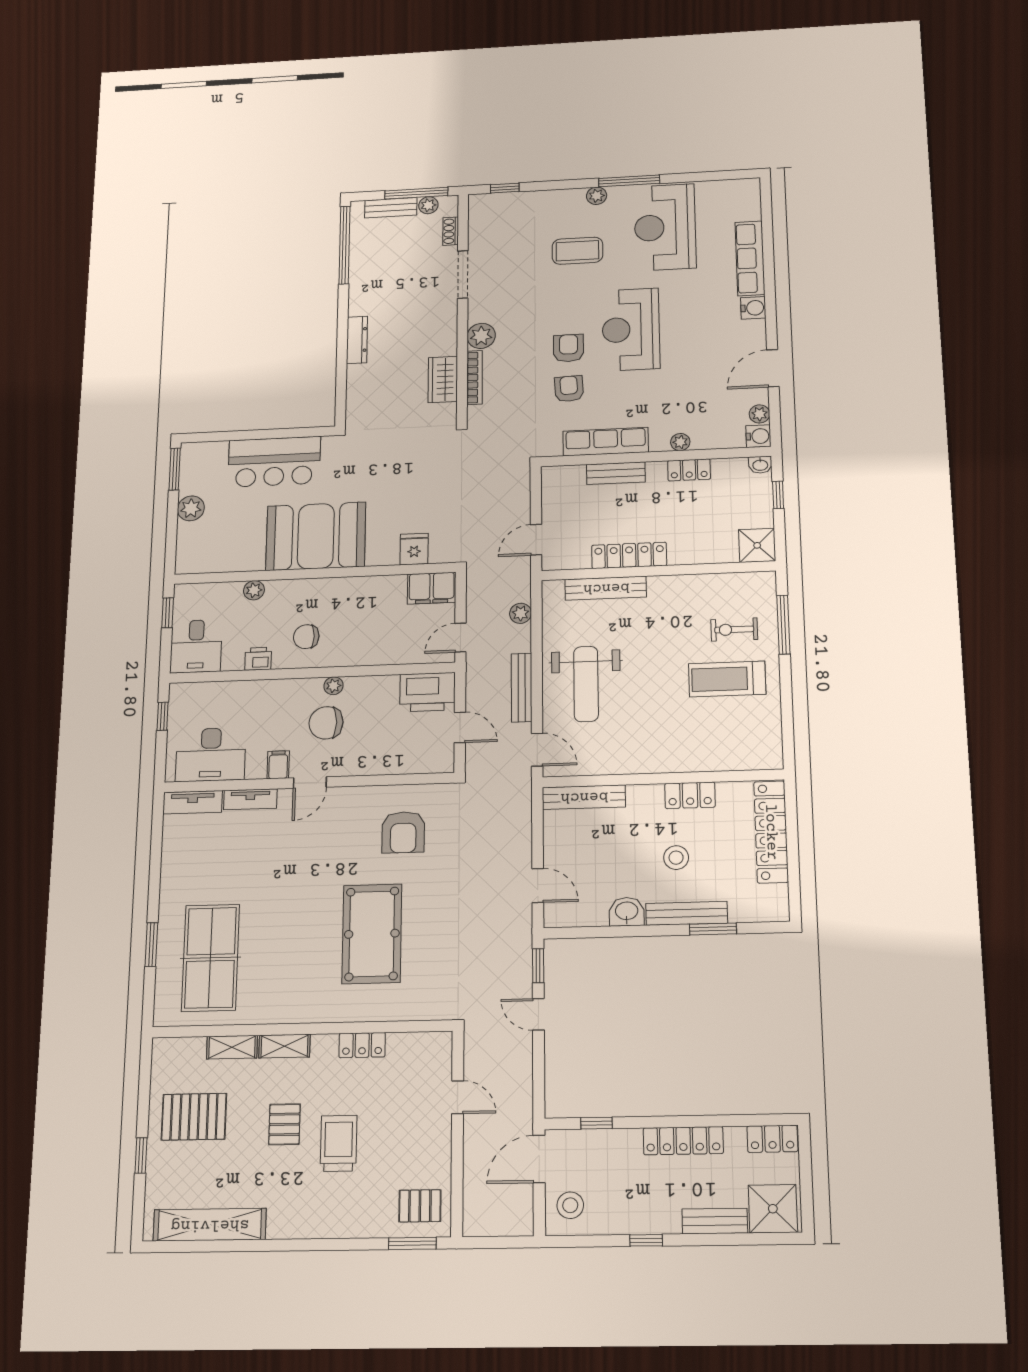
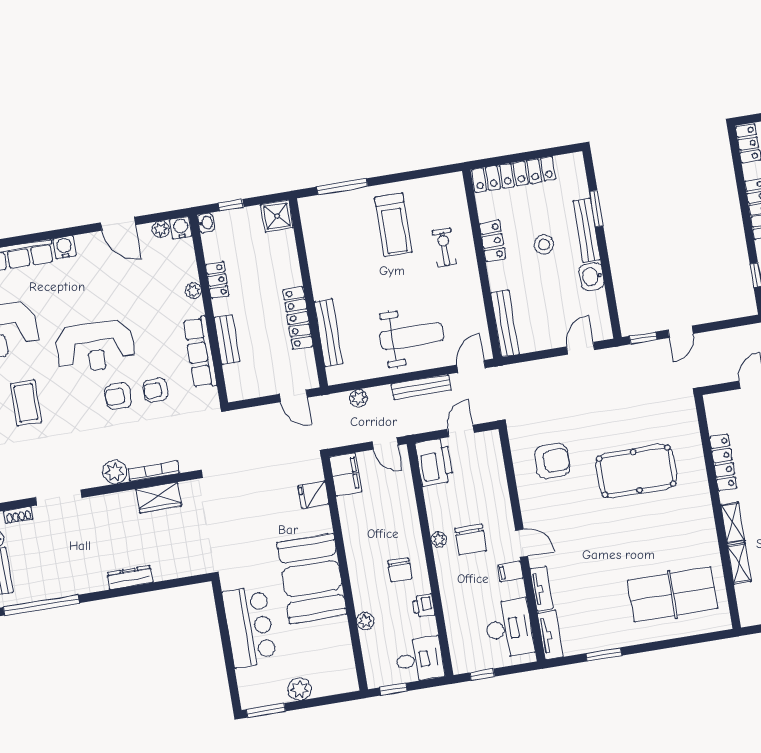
exercise bike: (734, 629) -> (444, 247), moved, turned 180
window: (151, 945) -> (604, 654), moved
locker: (362, 1045) -> (723, 463), width x1.53

